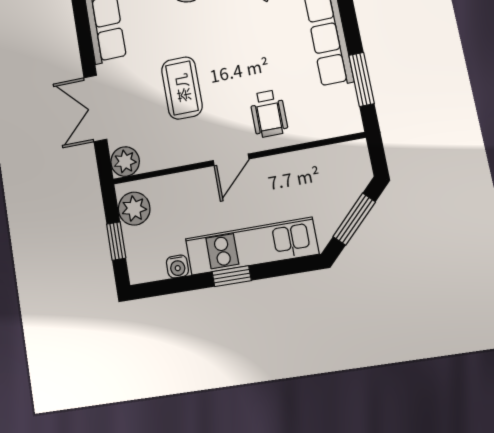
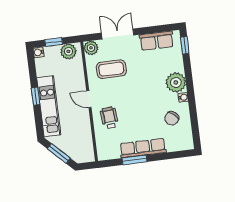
window: (361, 79) -> (134, 160), moved
coffee table: (182, 88) -> (111, 69), moved
wheelchair: (269, 114) -> (109, 118), turned 85
water cooler: (177, 266) -> (38, 52), moved

